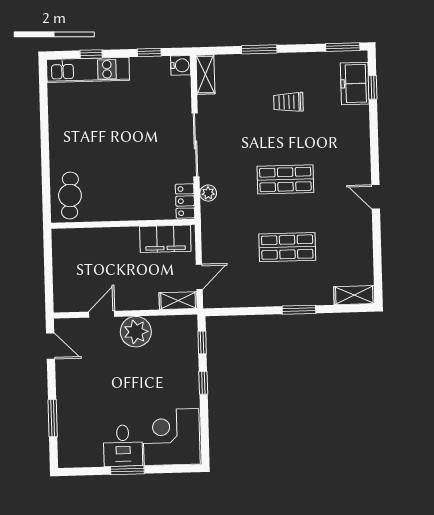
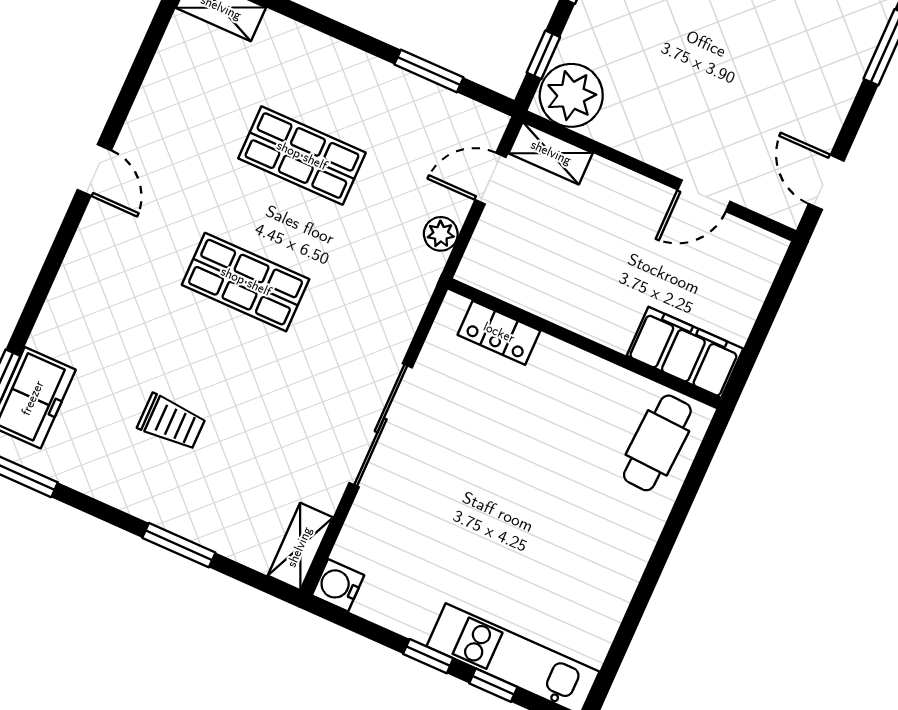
window: (149, 53) -> (428, 656), moved
plant: (208, 193) -> (441, 234), moved
locker: (185, 201) -> (499, 333), moved, turned 90
filing cabinet: (165, 239) -> (685, 352), moved
window: (299, 310) -> (429, 71), moved
plant: (136, 332) -> (571, 95), moved

